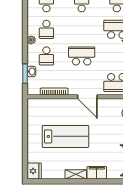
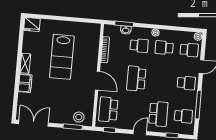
school desk: (46, 56) -> (139, 45), turned 180
school desk: (82, 56) -> (136, 79), turned 180
door: (87, 97) -> (98, 81), swing flipped

